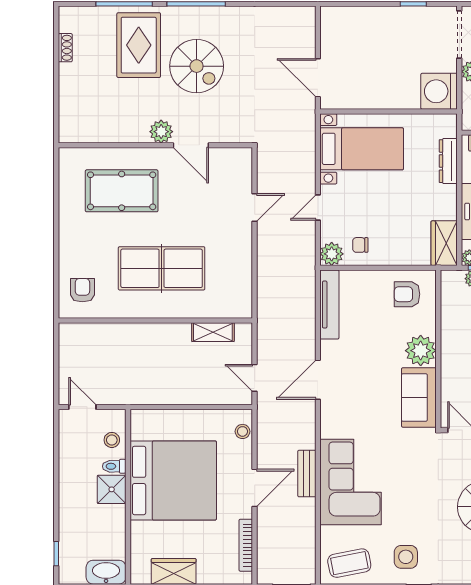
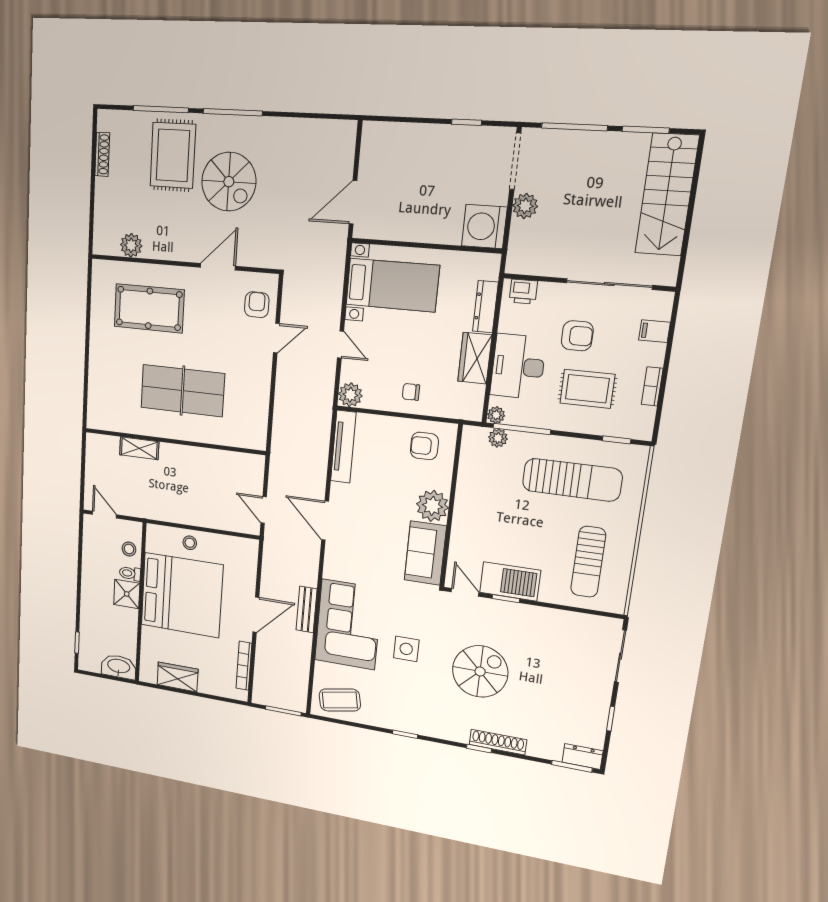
shoe rack: (65, 48) -> (102, 154), width x1.43
door: (318, 78) -> (353, 202), hinge flipped
plant: (161, 132) -> (131, 245), moved
door: (191, 145) -> (218, 267), swing flipped
door: (318, 208) -> (341, 344), swing flipped
wardrobe: (444, 243) -> (475, 358), moved
chair: (360, 245) -> (411, 392), moved
armchair: (82, 290) -> (257, 305), moved
shelving: (213, 332) -> (139, 448), moved
door: (318, 380) -> (325, 521), hinge flipped
stool: (242, 431) -> (190, 543), moved
side table: (406, 557) -> (406, 649), moved

